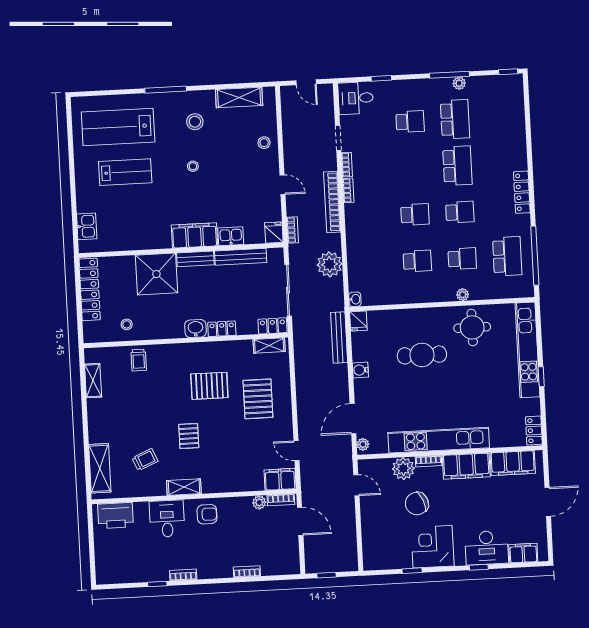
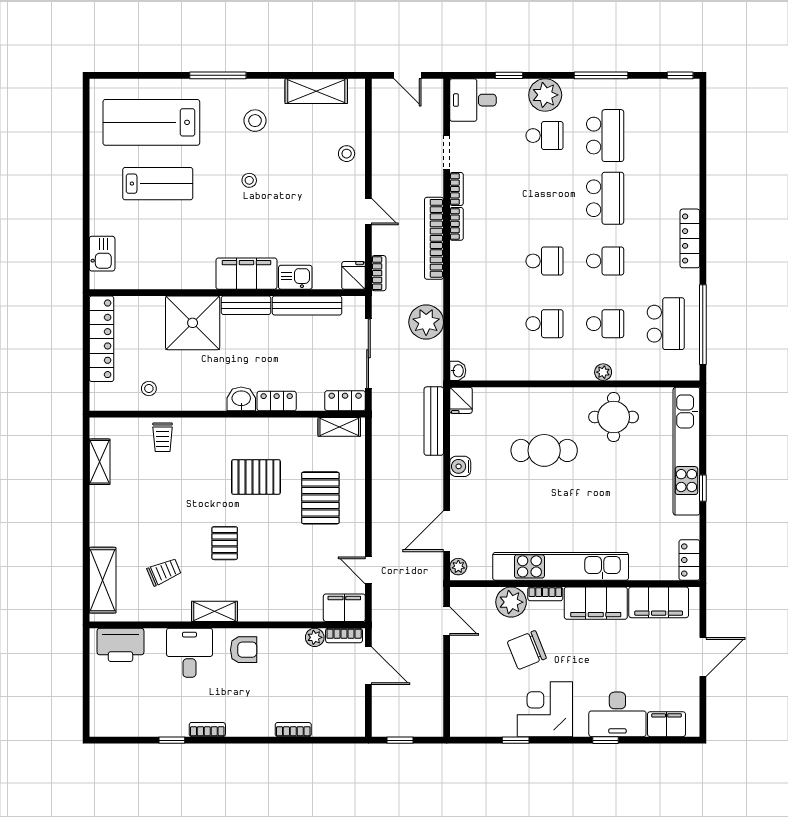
plant: (459, 83) -> (545, 95), moved, width x1.88, depth x1.88

